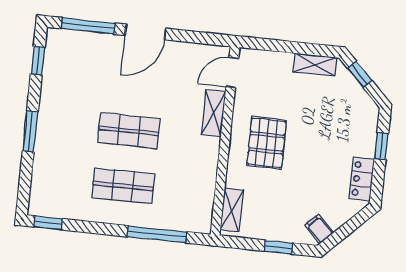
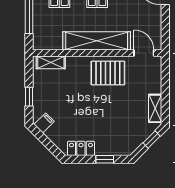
shelving: (213, 113) -> (97, 41), width x2.20, depth x1.33
pallet: (267, 143) -> (108, 73), moved

